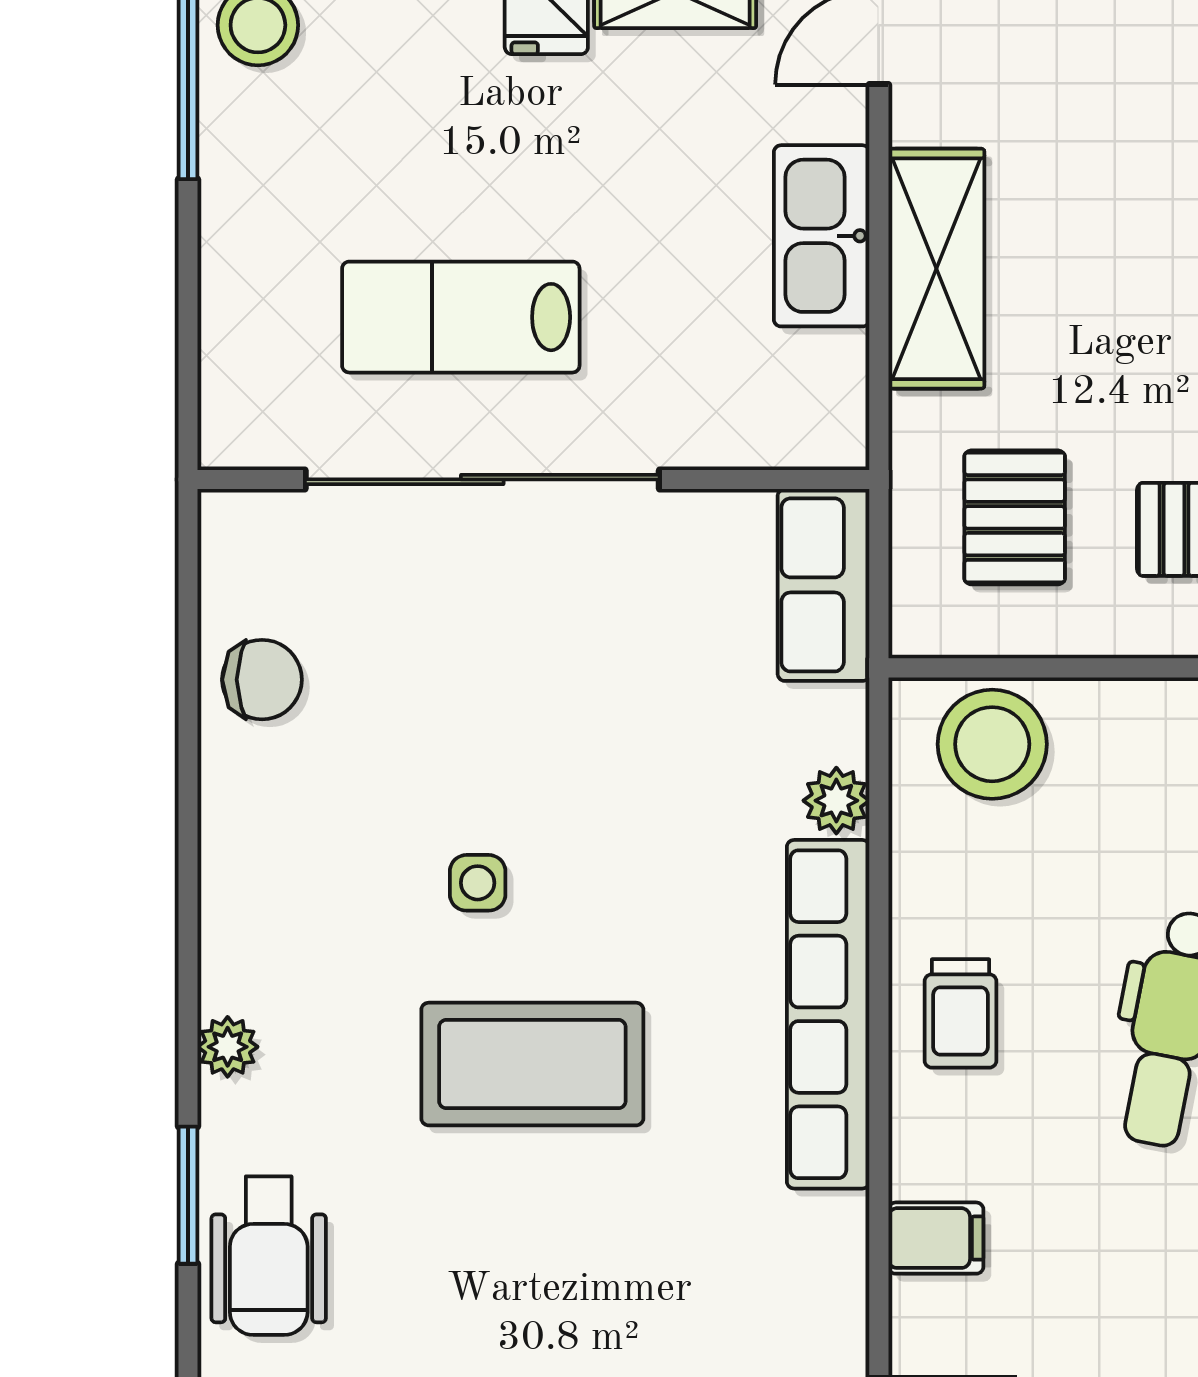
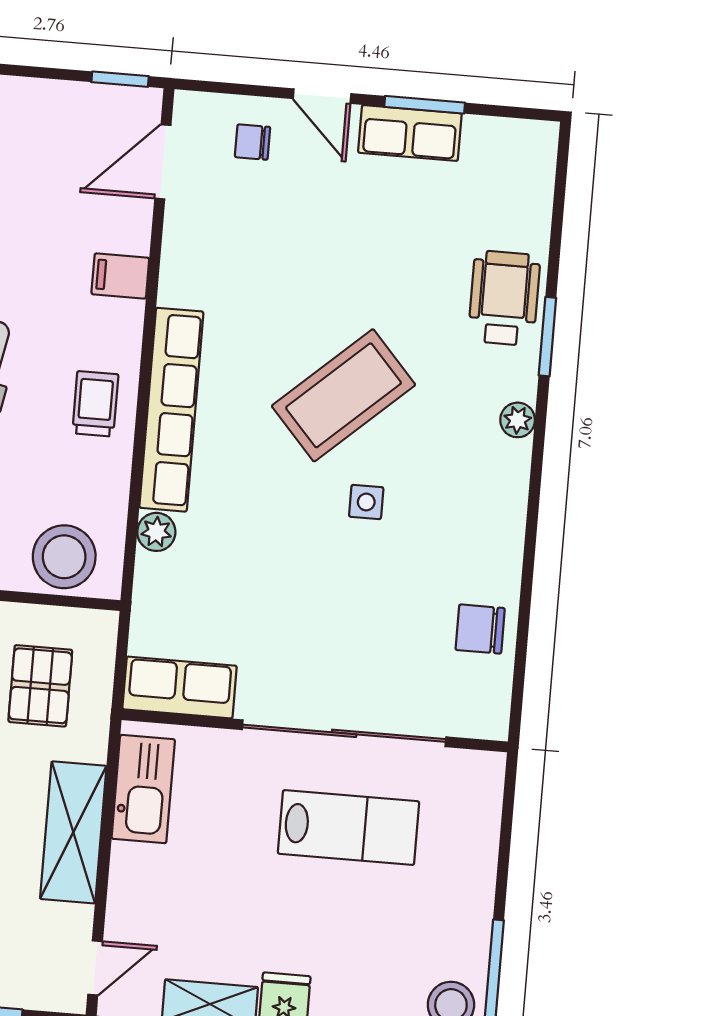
kitchen sink: (822, 236) -> (143, 789), moved
row of seats: (824, 585) -> (180, 687), moved, turned -90
coffee table: (532, 1064) -> (344, 395), turned -42

